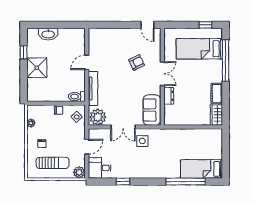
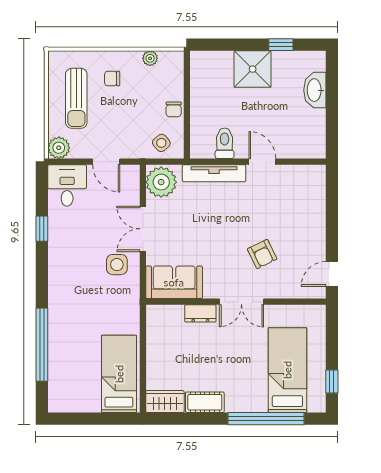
toilet: (77, 97) -> (225, 143), moved
bed: (201, 169) -> (119, 374), moved

